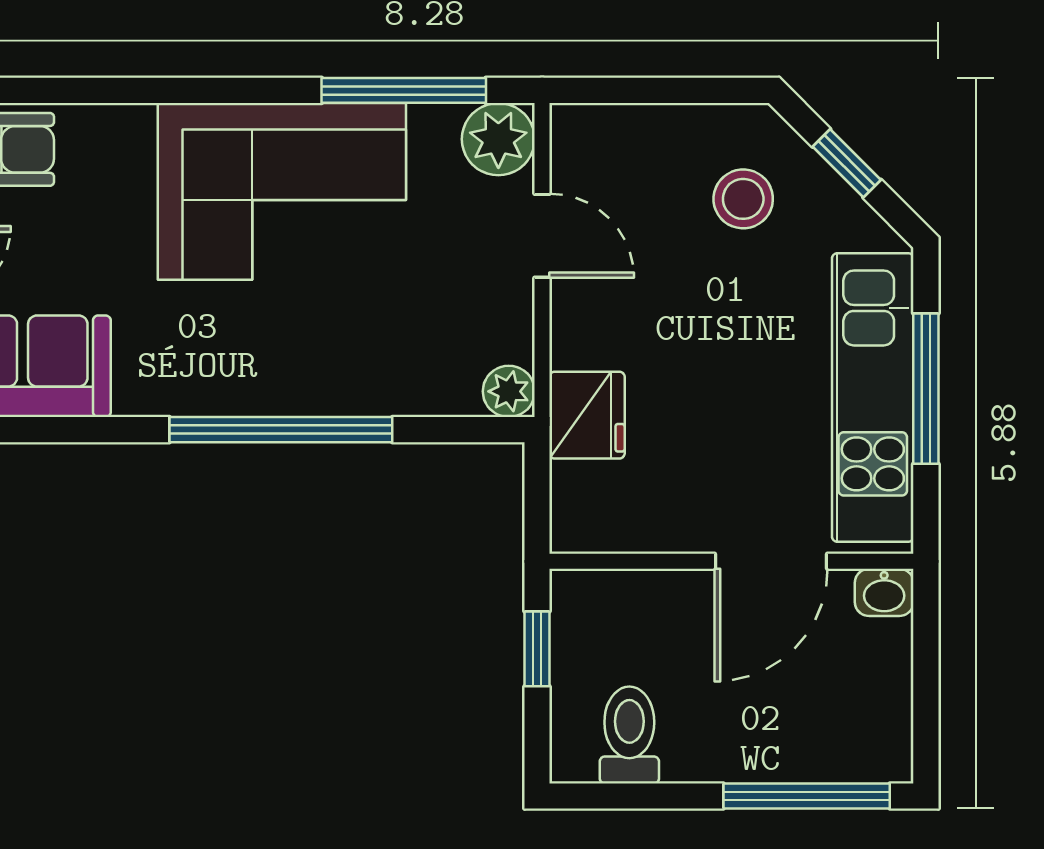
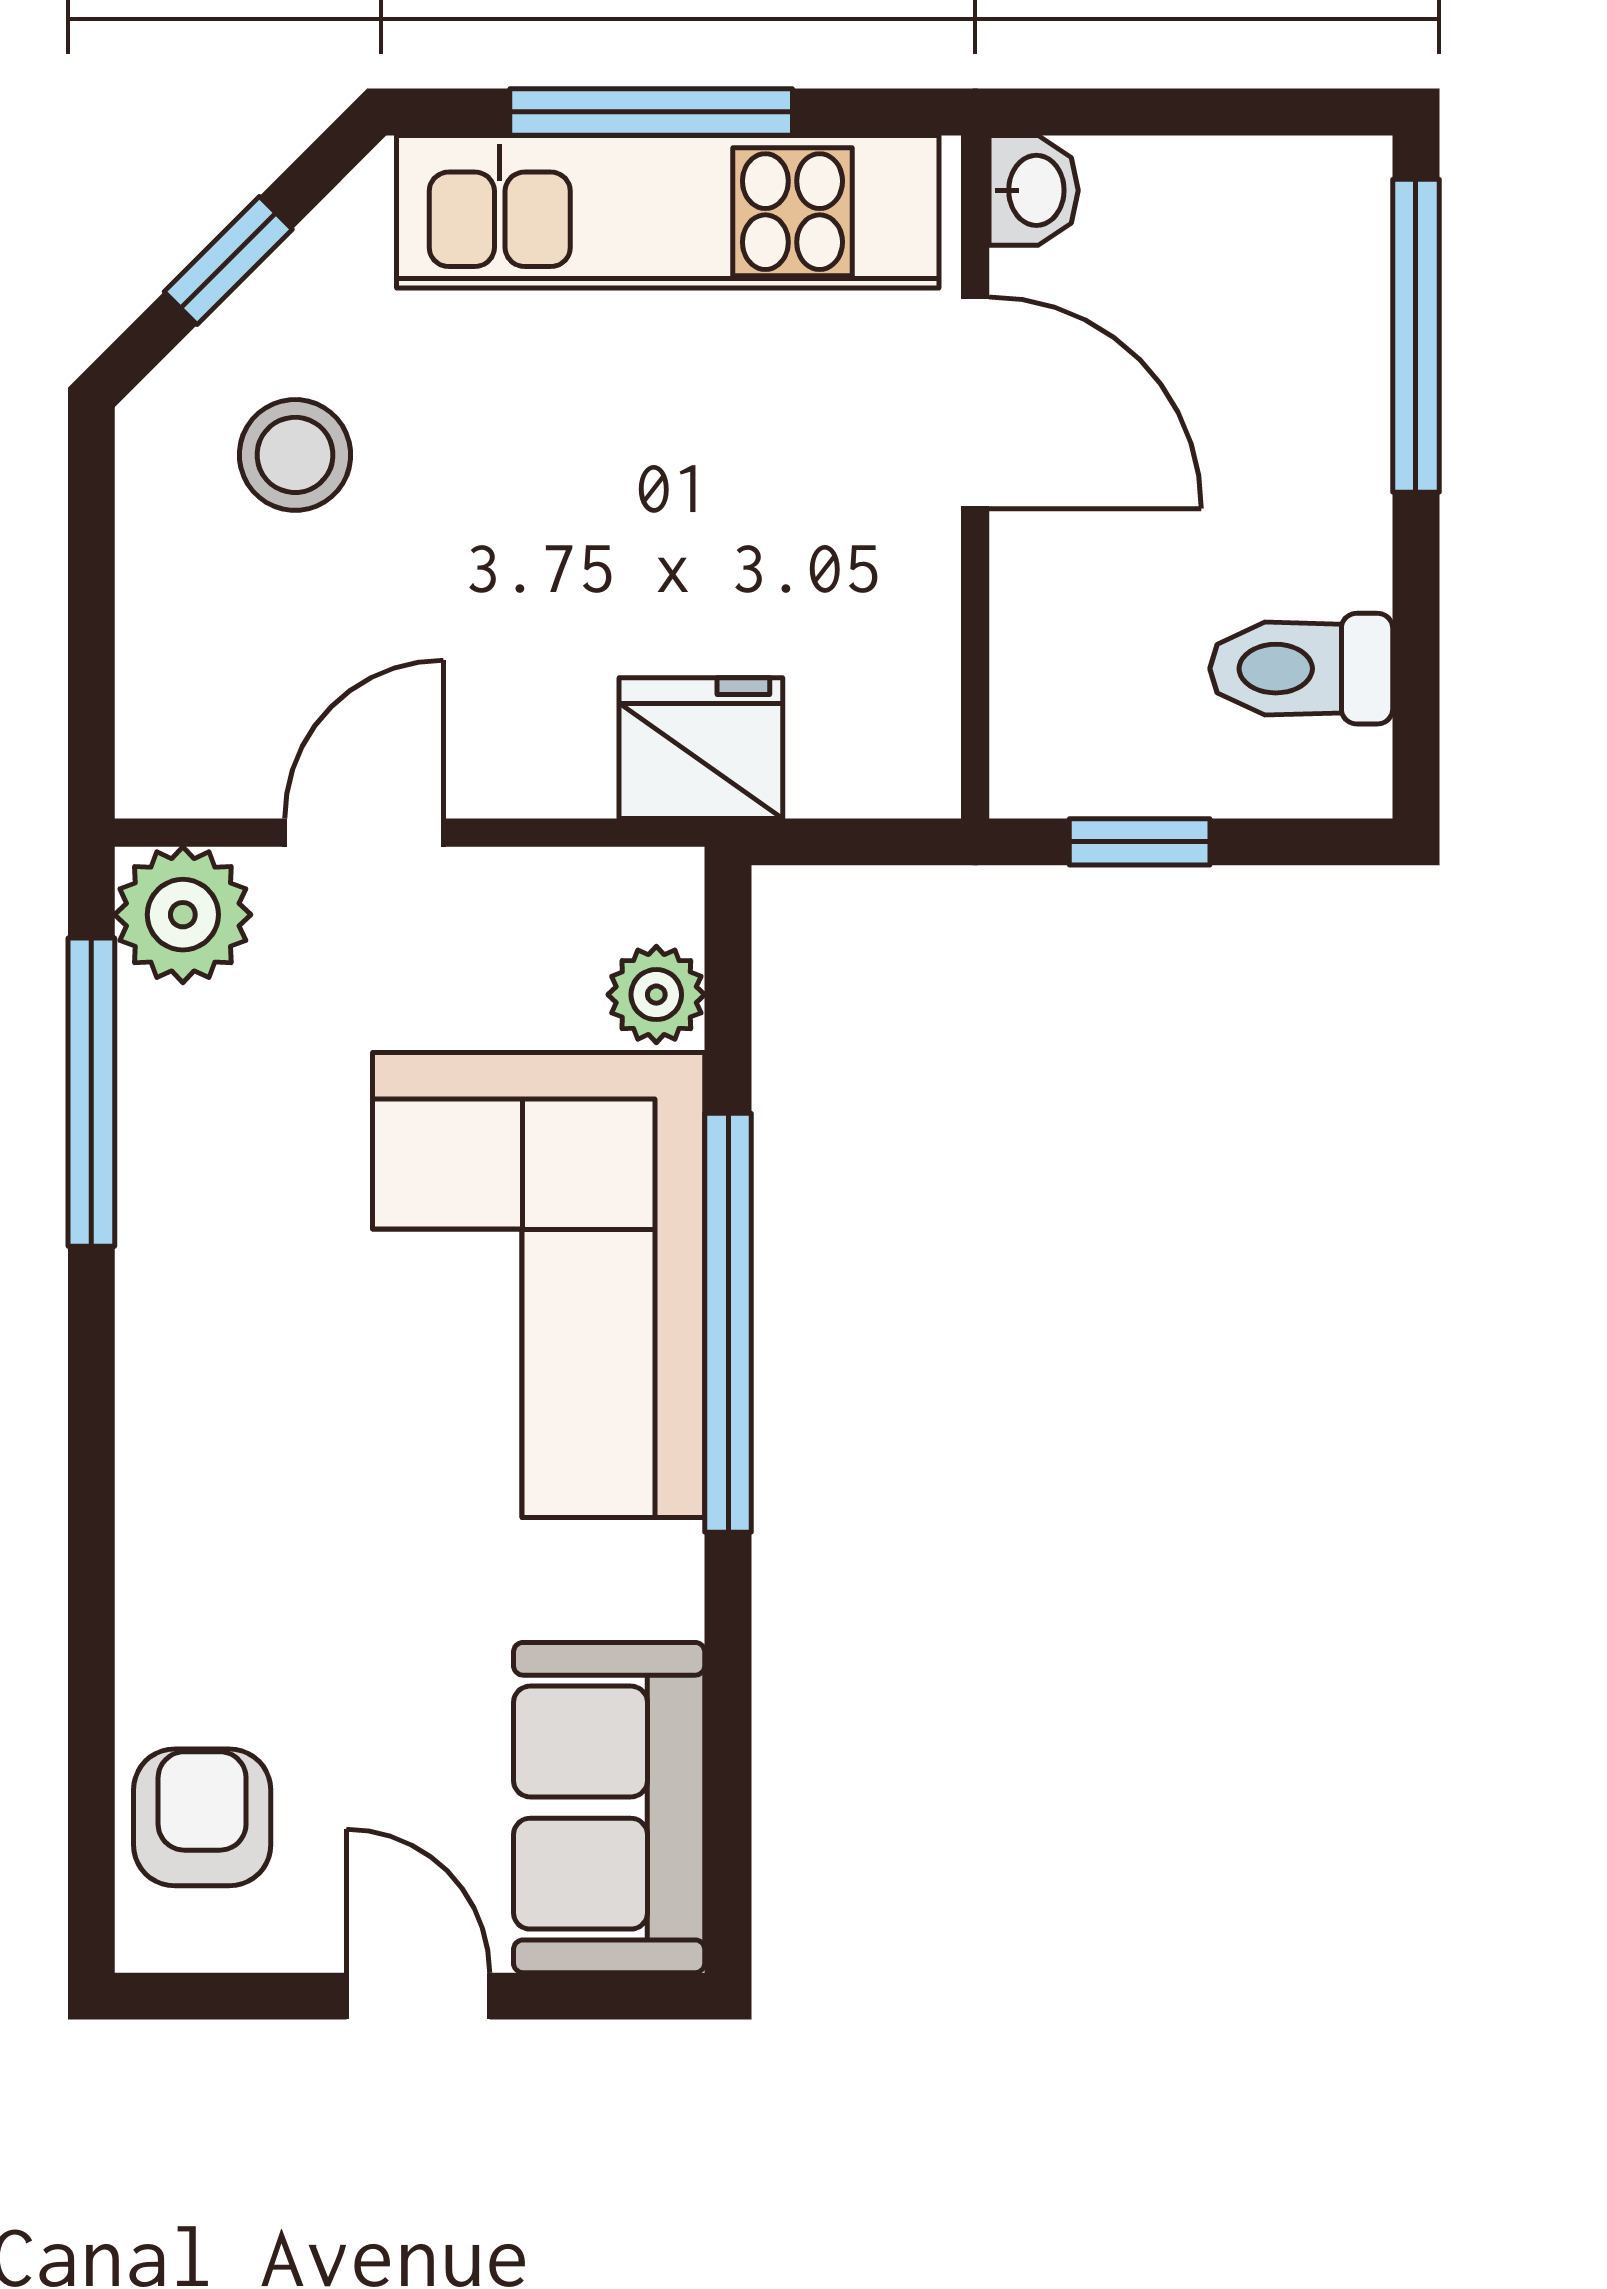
corner sofa: (282, 191) -> (539, 1285), moved, turned 180
plant: (509, 391) -> (656, 995), moved

